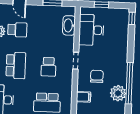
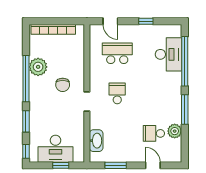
desk: (91, 30) -> (55, 149), moved, turned 90
window: (131, 45) -> (26, 121), added
school desk: (16, 65) -> (154, 93), removed
filing cabinet: (84, 97) -> (77, 61), removed

